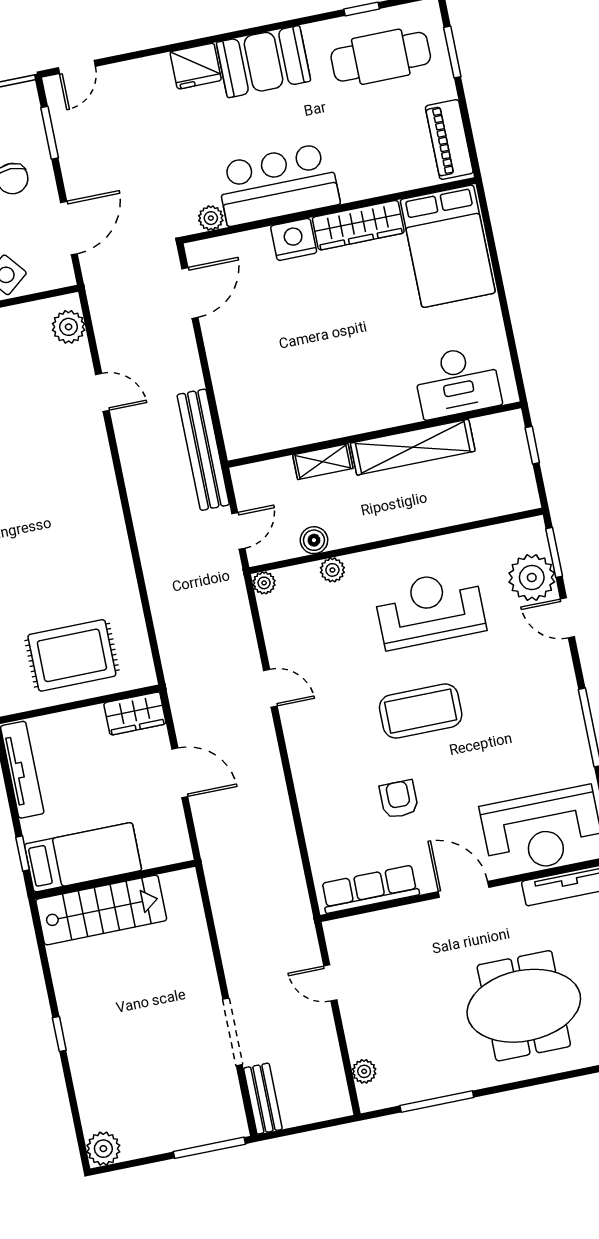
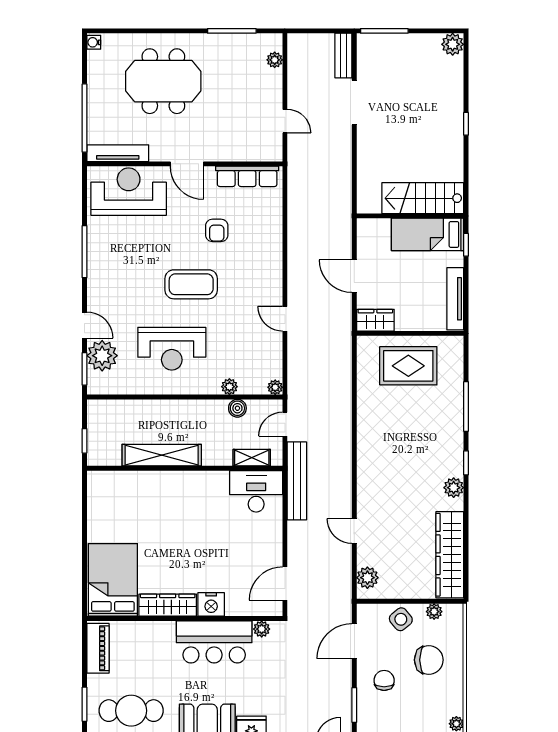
desk: (457, 382) -> (256, 491), moved
shelving: (323, 462) -> (252, 458), moved

